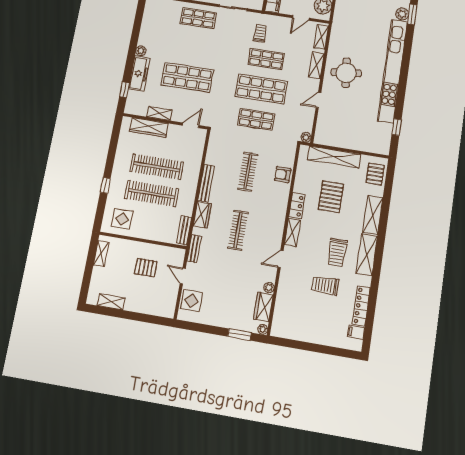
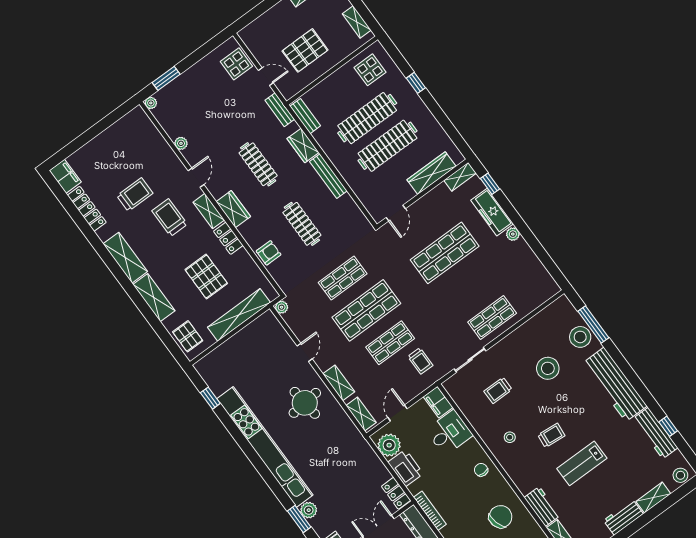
shelving: (159, 113) -> (460, 177), moved
trolley: (337, 252) -> (170, 218), moved
pallet: (146, 268) -> (305, 50), width x1.50, depth x1.42
wardrobe: (263, 307) -> (233, 209), moved
filing cabinet: (356, 332) -> (65, 176), width x2.00

